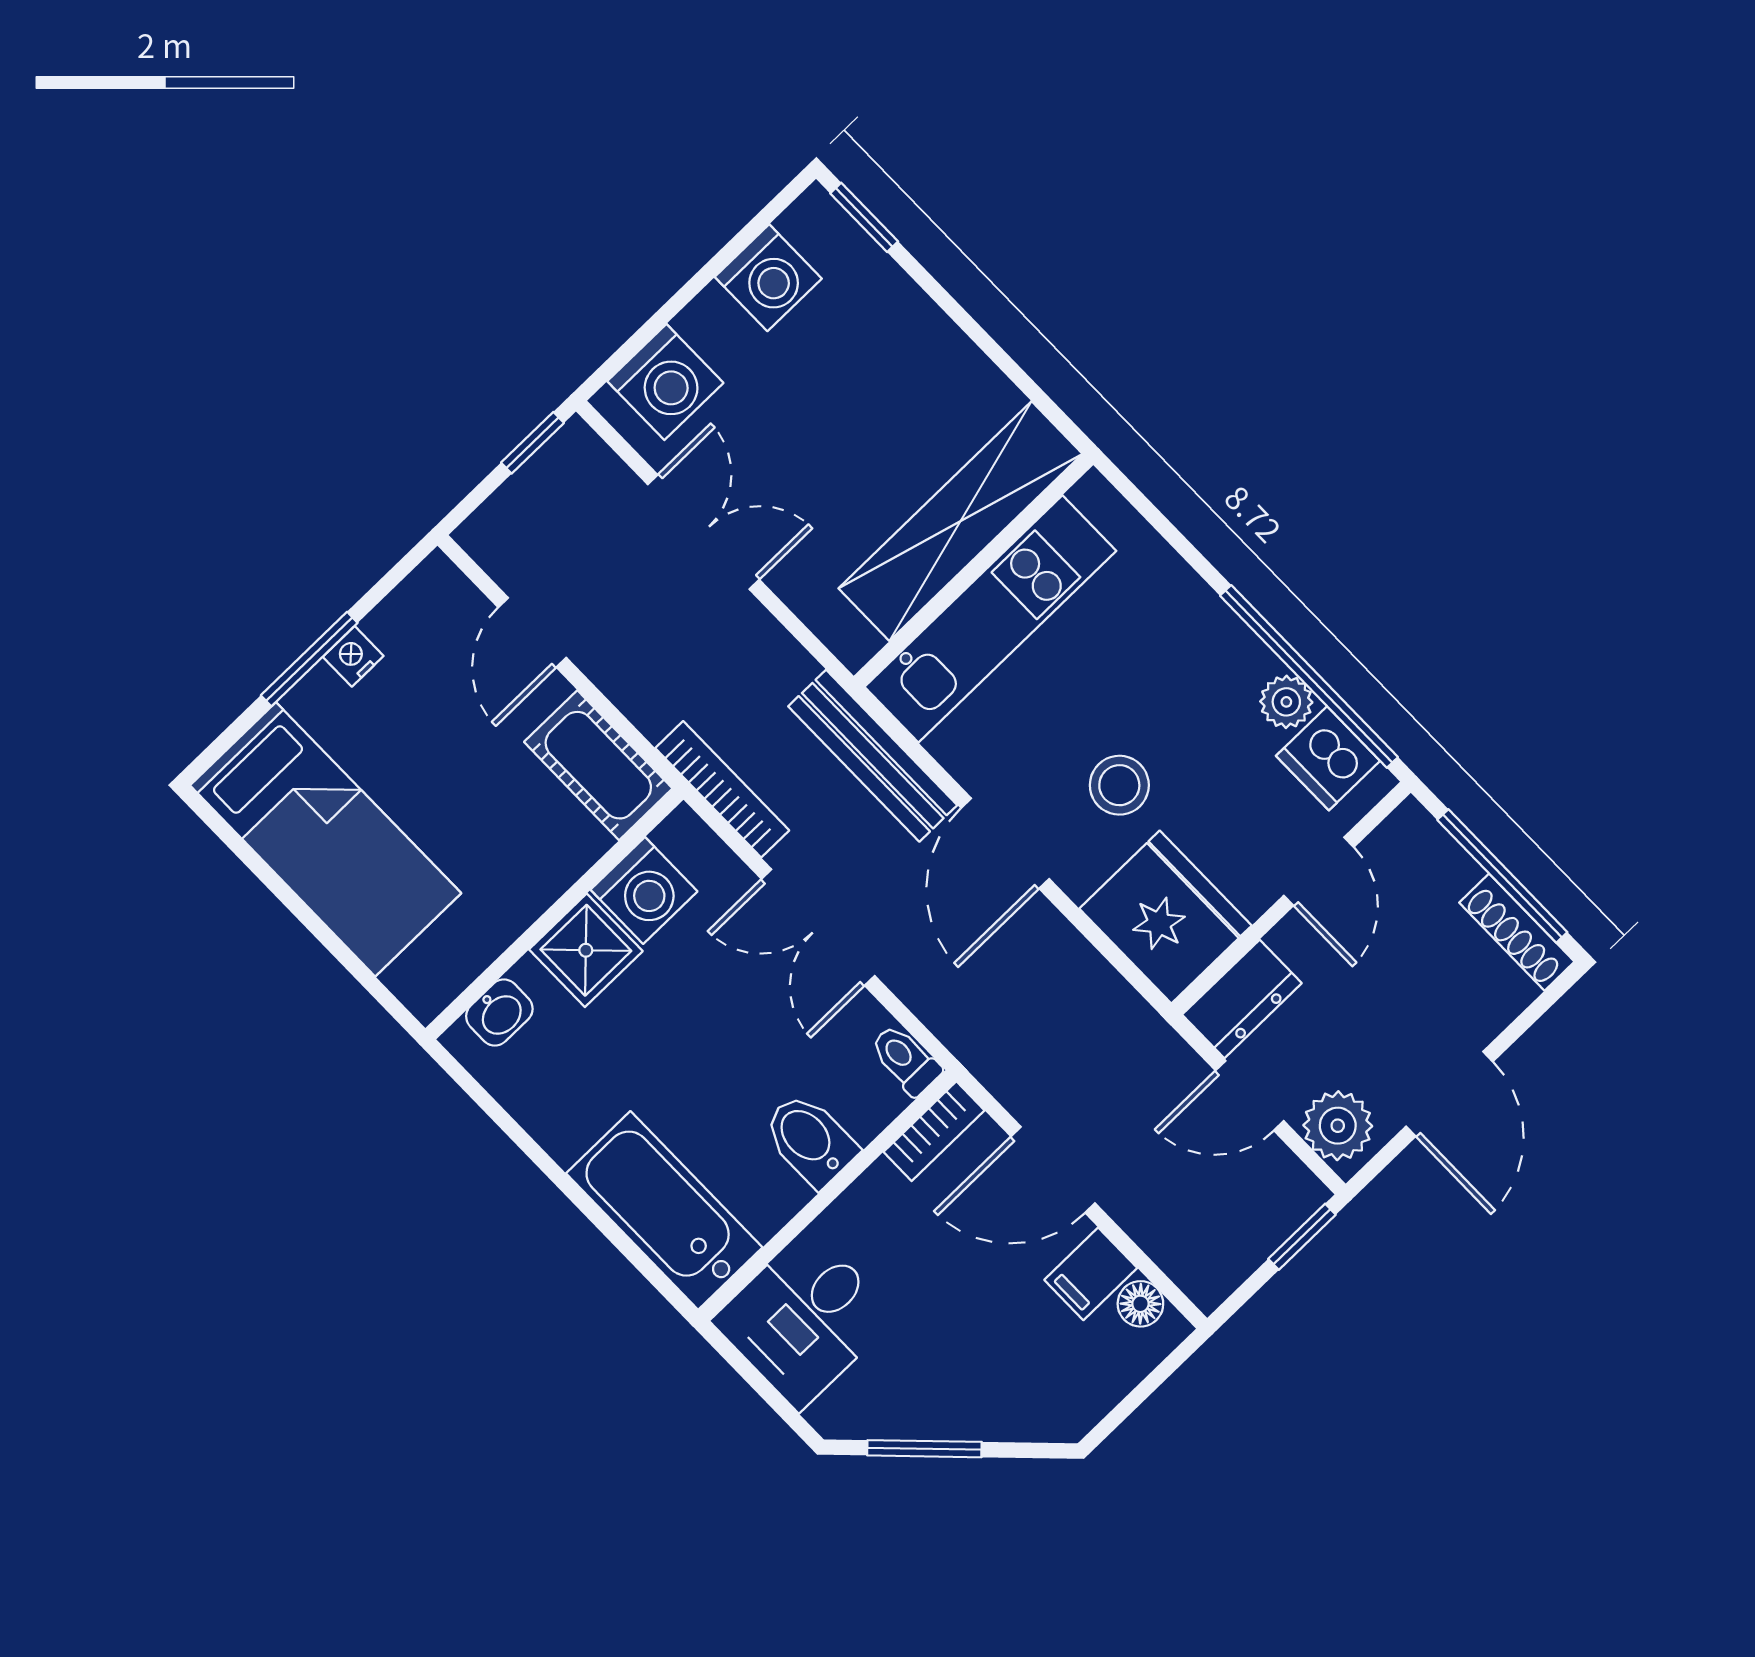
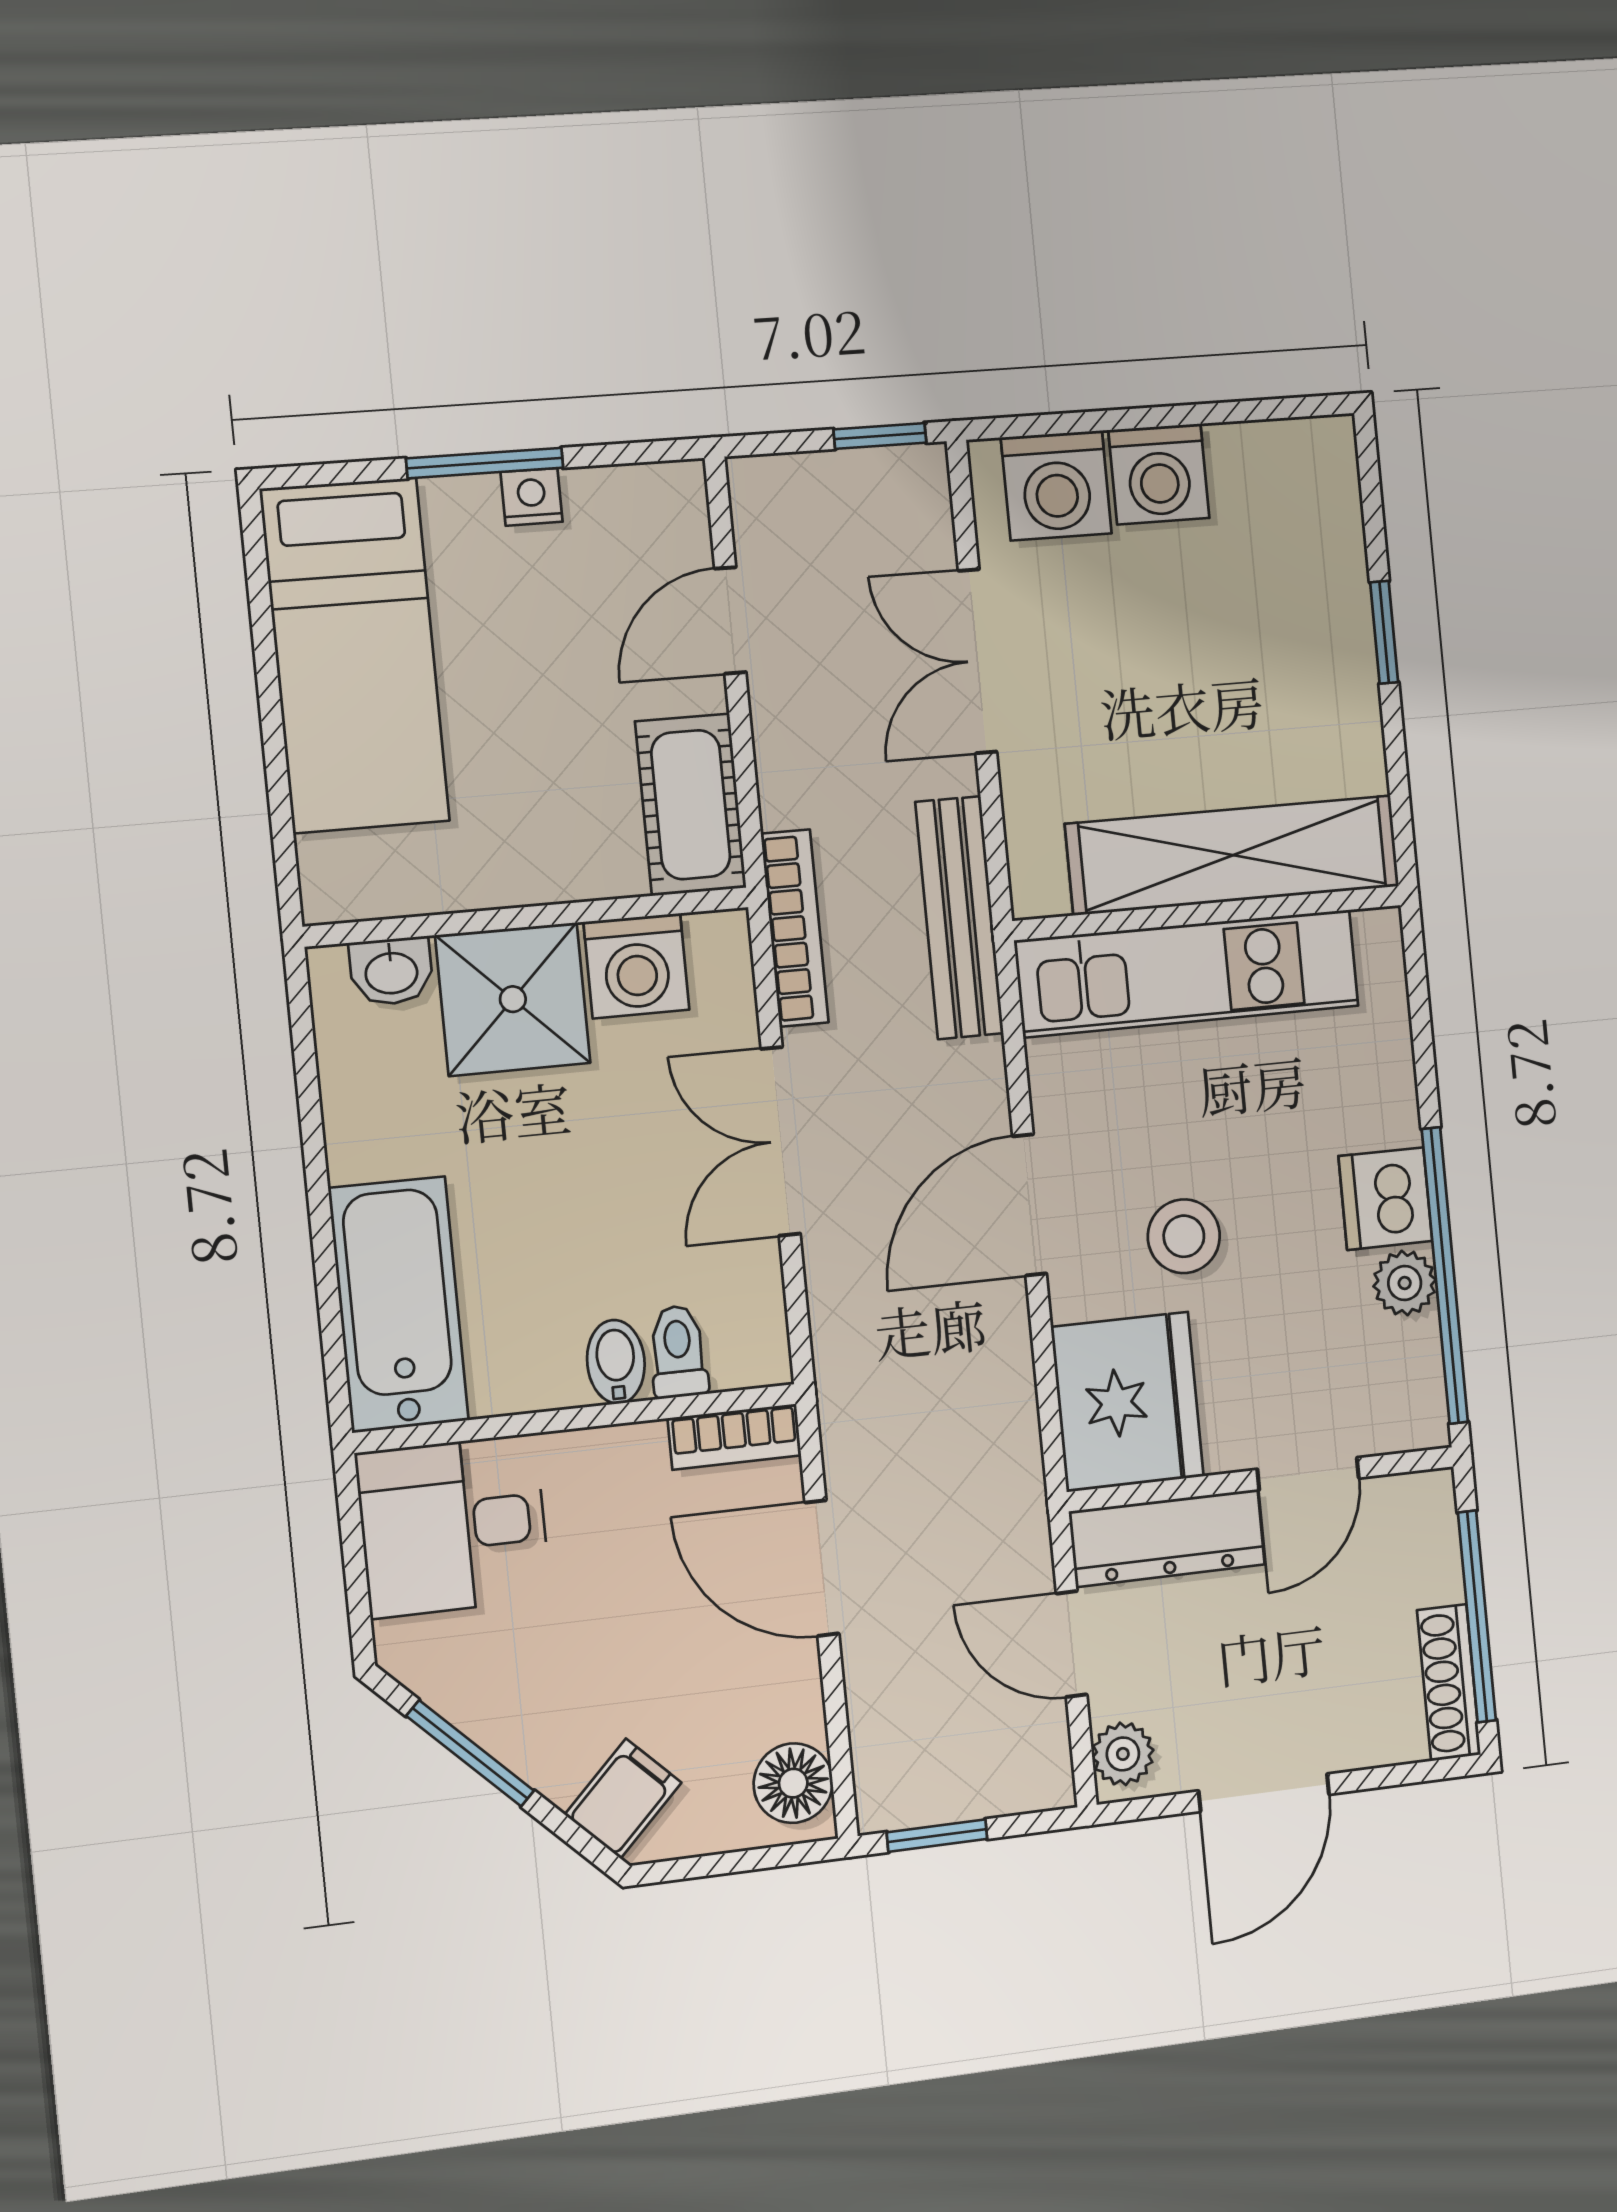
window: (864, 217) -> (1384, 632), moved
washing machine: (768, 278) -> (1159, 474), moved
double door: (704, 532) -> (977, 661), swing flipped
bench: (873, 756) -> (959, 918), moved
dishwasher: (1328, 758) -> (1385, 1199), moved
shower: (586, 950) -> (513, 999), width x1.36, depth x1.36
dresser: (1242, 999) -> (1167, 1538), width x1.44
toilet: (905, 1060) -> (678, 1352), moved
plant: (1338, 1126) -> (1123, 1754), width x0.73, depth x0.73
bidet: (810, 1140) -> (616, 1362), width x0.72, depth x0.74
window: (1302, 1237) -> (937, 1836), moved
filing cabinet: (1091, 1274) -> (623, 1799), moved, turned 135
floor lamp: (1140, 1304) -> (793, 1783), width x1.37, depth x1.37

